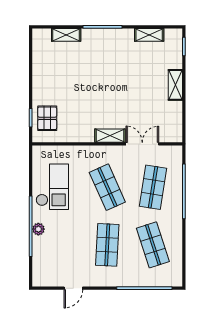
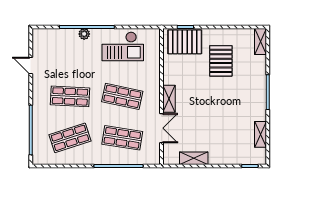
shelving: (66, 35) -> (261, 41), moved
pallet: (68, 79) -> (221, 61), added
shelving: (175, 85) -> (194, 158), moved
pallet: (47, 118) -> (185, 42), width x1.50, depth x1.42
shop shelf: (107, 187) -> (122, 96), turned 36

